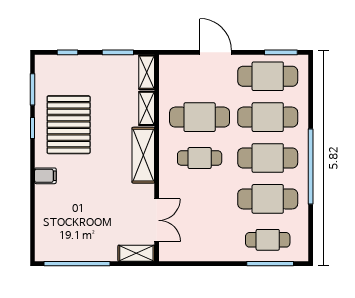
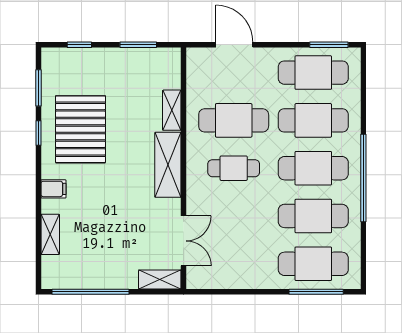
door: (216, 52) -> (234, 45), moved
shelving: (147, 72) -> (50, 234), moved
cafe table: (268, 240) -> (313, 264), width x1.37, depth x1.35

